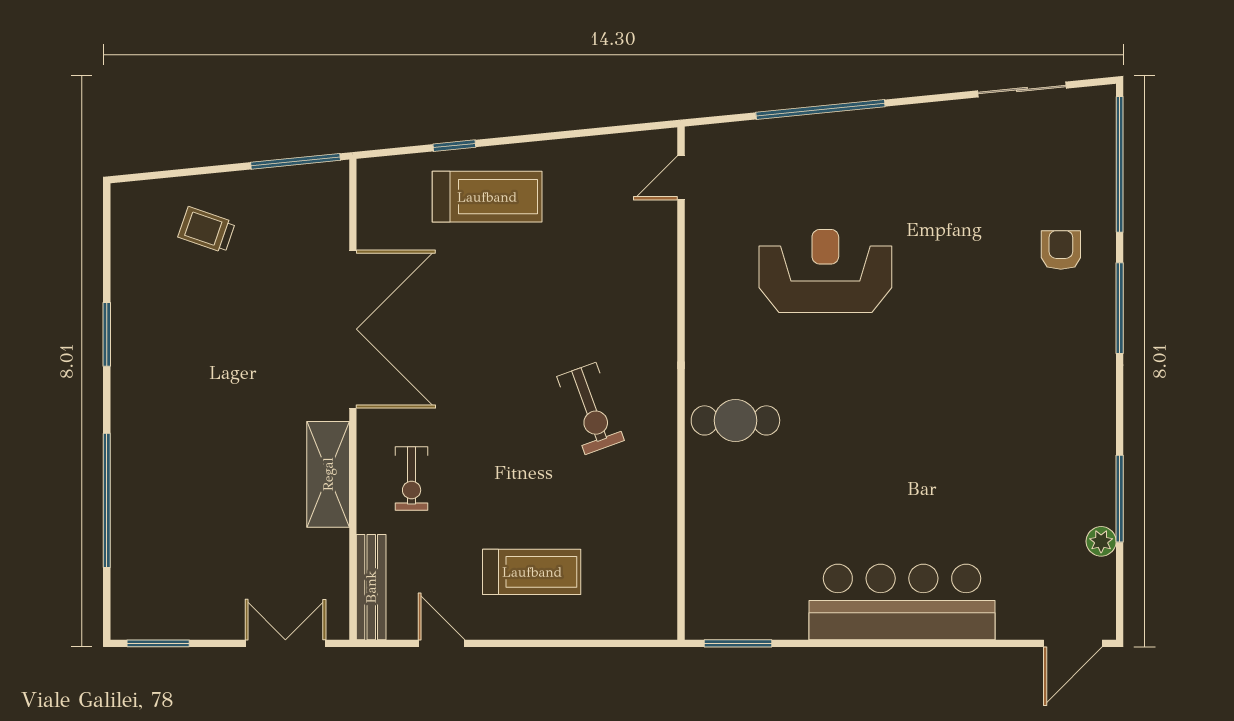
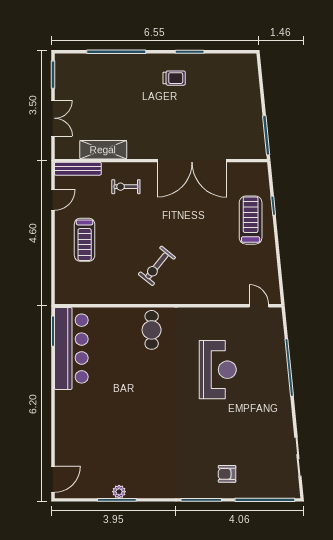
treadmill: (487, 197) -> (251, 220), turned 180
trolley: (207, 230) -> (174, 78), moved, turned 71
armchair: (1061, 250) -> (227, 474), turned 180
exercise bike: (591, 408) -> (157, 266), turned -31
shelving: (328, 474) -> (103, 150), moved
plant: (1101, 541) -> (119, 492), moved
bar counter: (902, 602) -> (71, 349), moved
double door: (285, 643) -> (53, 118), moved
door: (1073, 643) -> (53, 479), swing flipped

